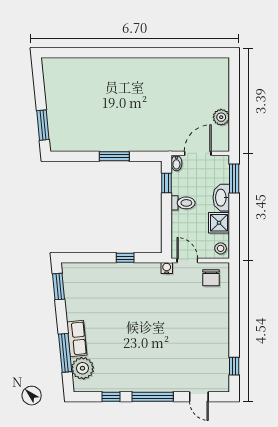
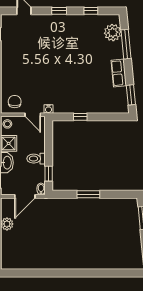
row of seats: (77, 339) -> (119, 73), moved
window: (153, 397) -> (59, 11), width x0.46

